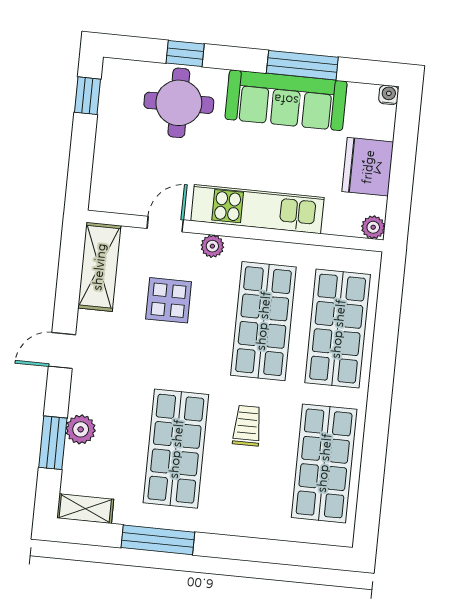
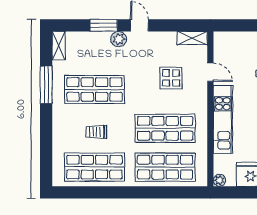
plant: (212, 246) -> (201, 98), removed
shelving: (99, 267) -> (192, 38), width x0.67, depth x0.75
trolley: (247, 426) -> (96, 132), moved, turned 180
plant: (81, 429) -> (119, 39), moved
window: (53, 443) -> (104, 25), moved

